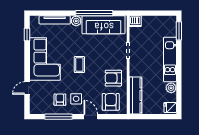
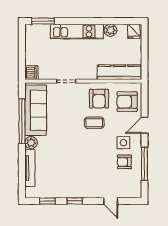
window: (27, 58) -> (75, 201), added
corner sofa: (45, 59) -> (76, 180), removed
coffee table: (79, 65) -> (94, 123), moved

